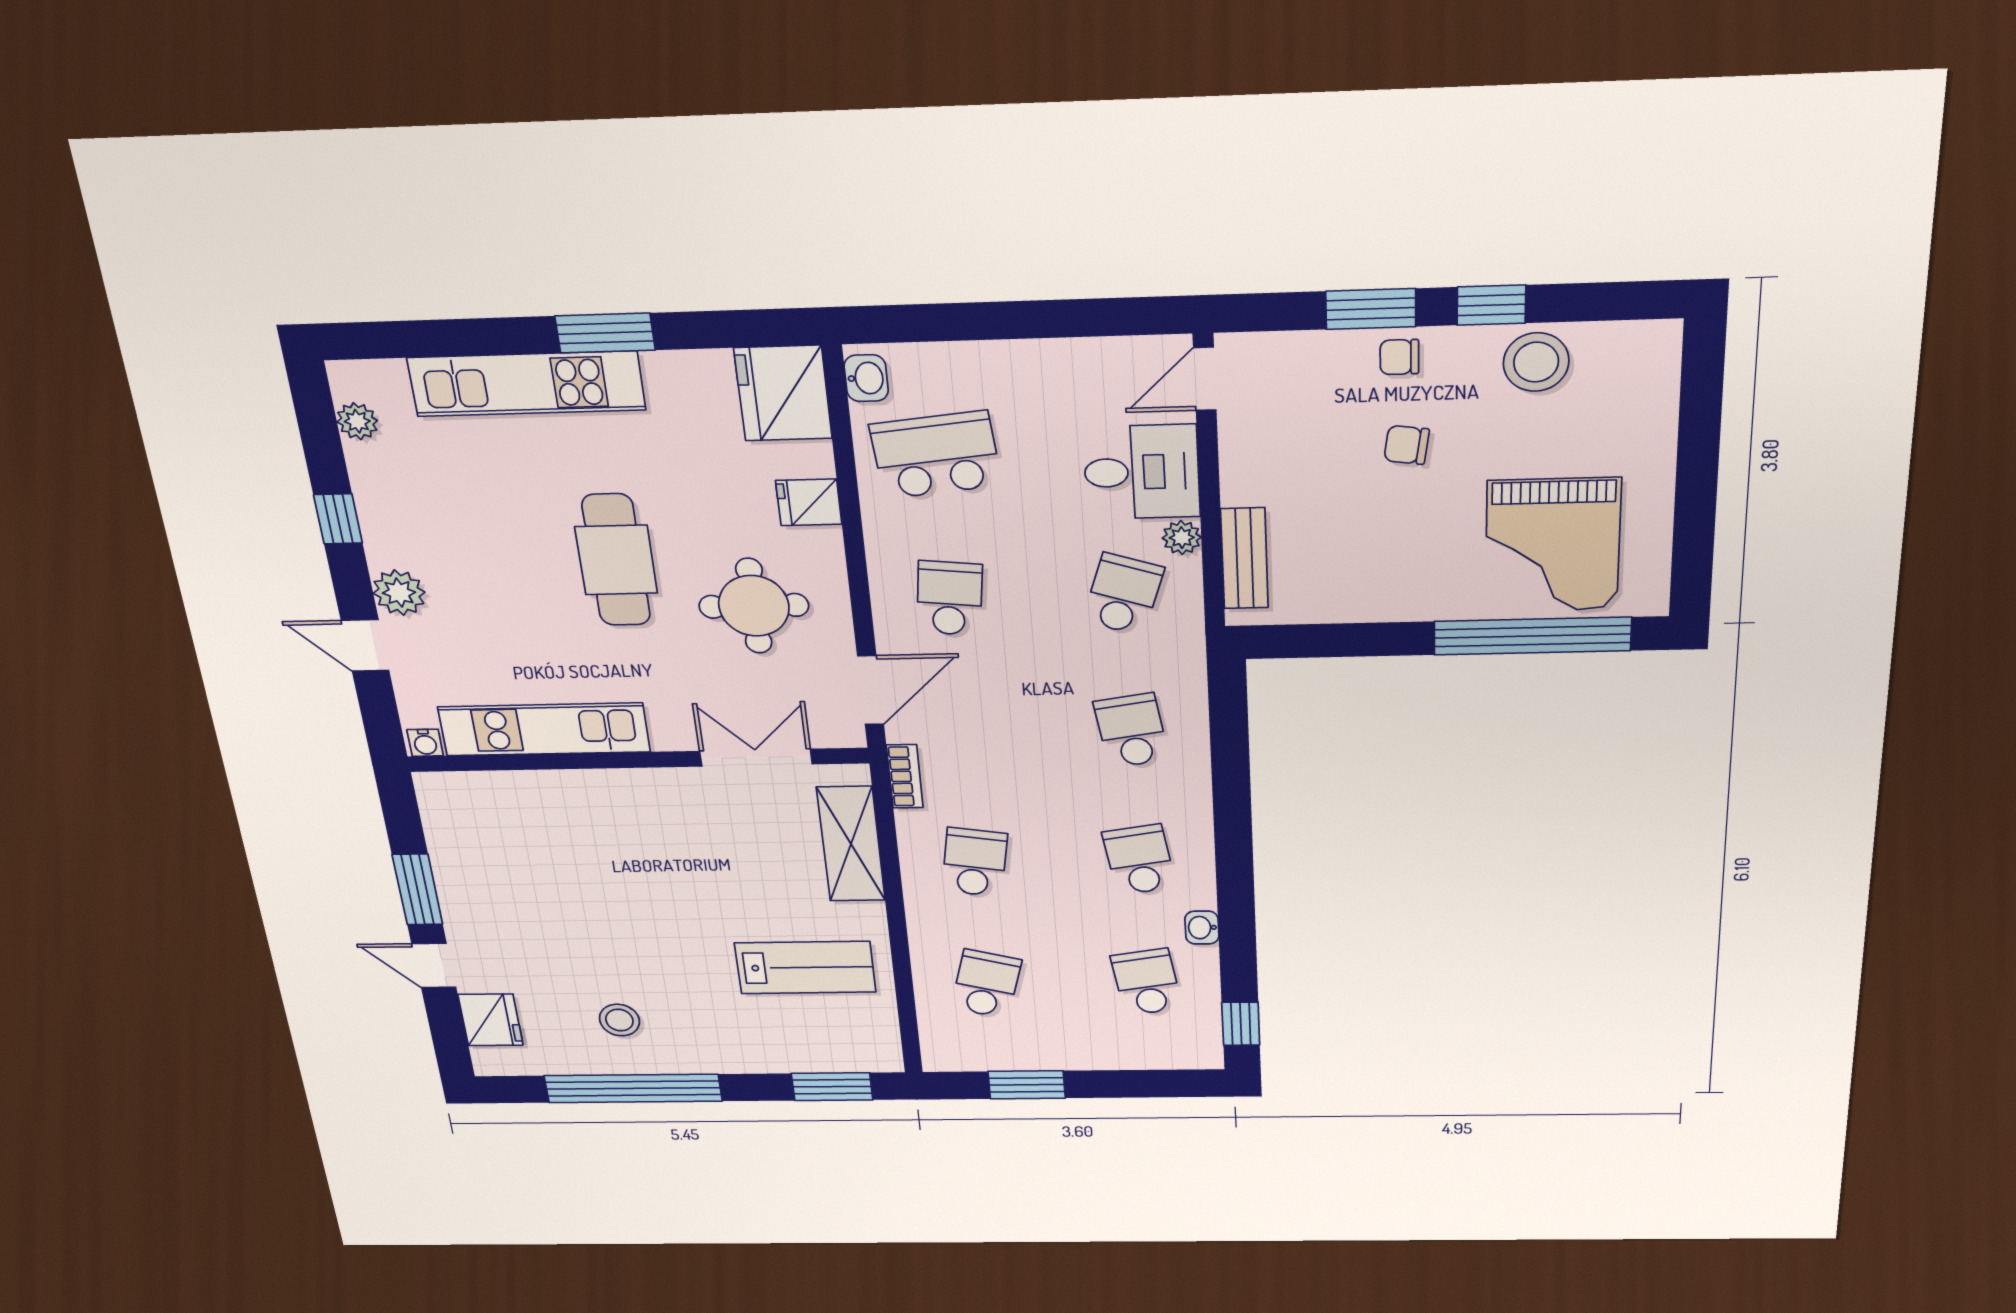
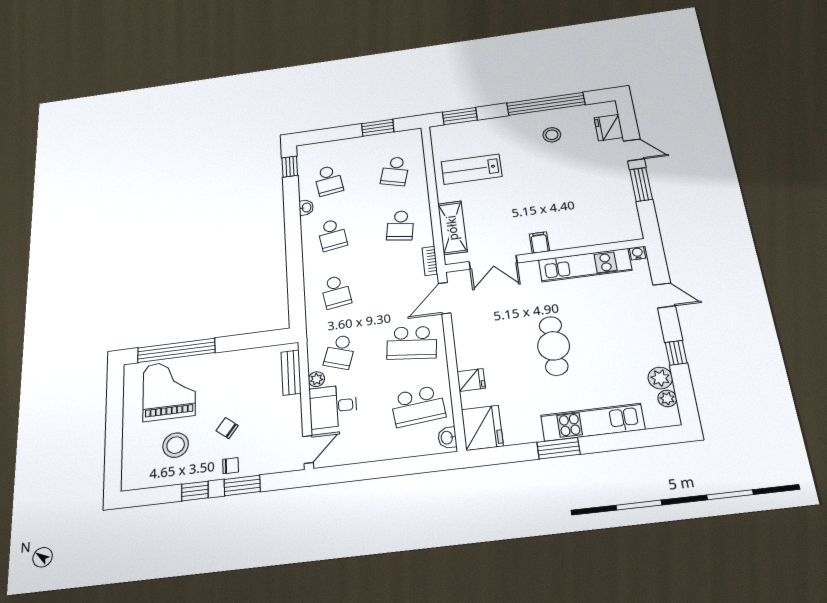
stool: (1536, 362) -> (176, 445), moved
chair: (1407, 445) -> (227, 428), turned -150
plant: (399, 593) -> (660, 378), moved
school desk: (949, 598) -> (412, 343), width x1.85
round table: (754, 606) -> (494, 331), removed
filing cabinet: (648, 790) -> (539, 242), added

